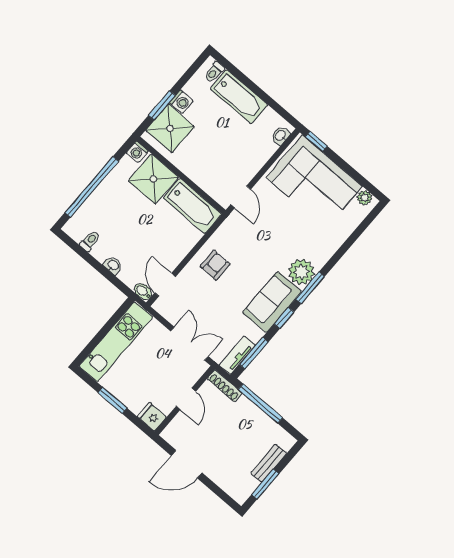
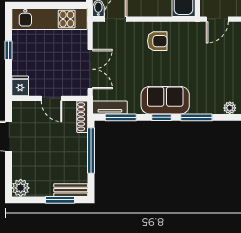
plant: (301, 272) -> (230, 108), moved, width x0.53, depth x0.53
door: (186, 399) -> (52, 98), hinge flipped
window: (112, 400) -> (8, 50), width x0.67
bench: (269, 463) -> (71, 190), moved
window: (265, 484) -> (60, 200), moved
plant: (240, 492) -> (21, 188), added

